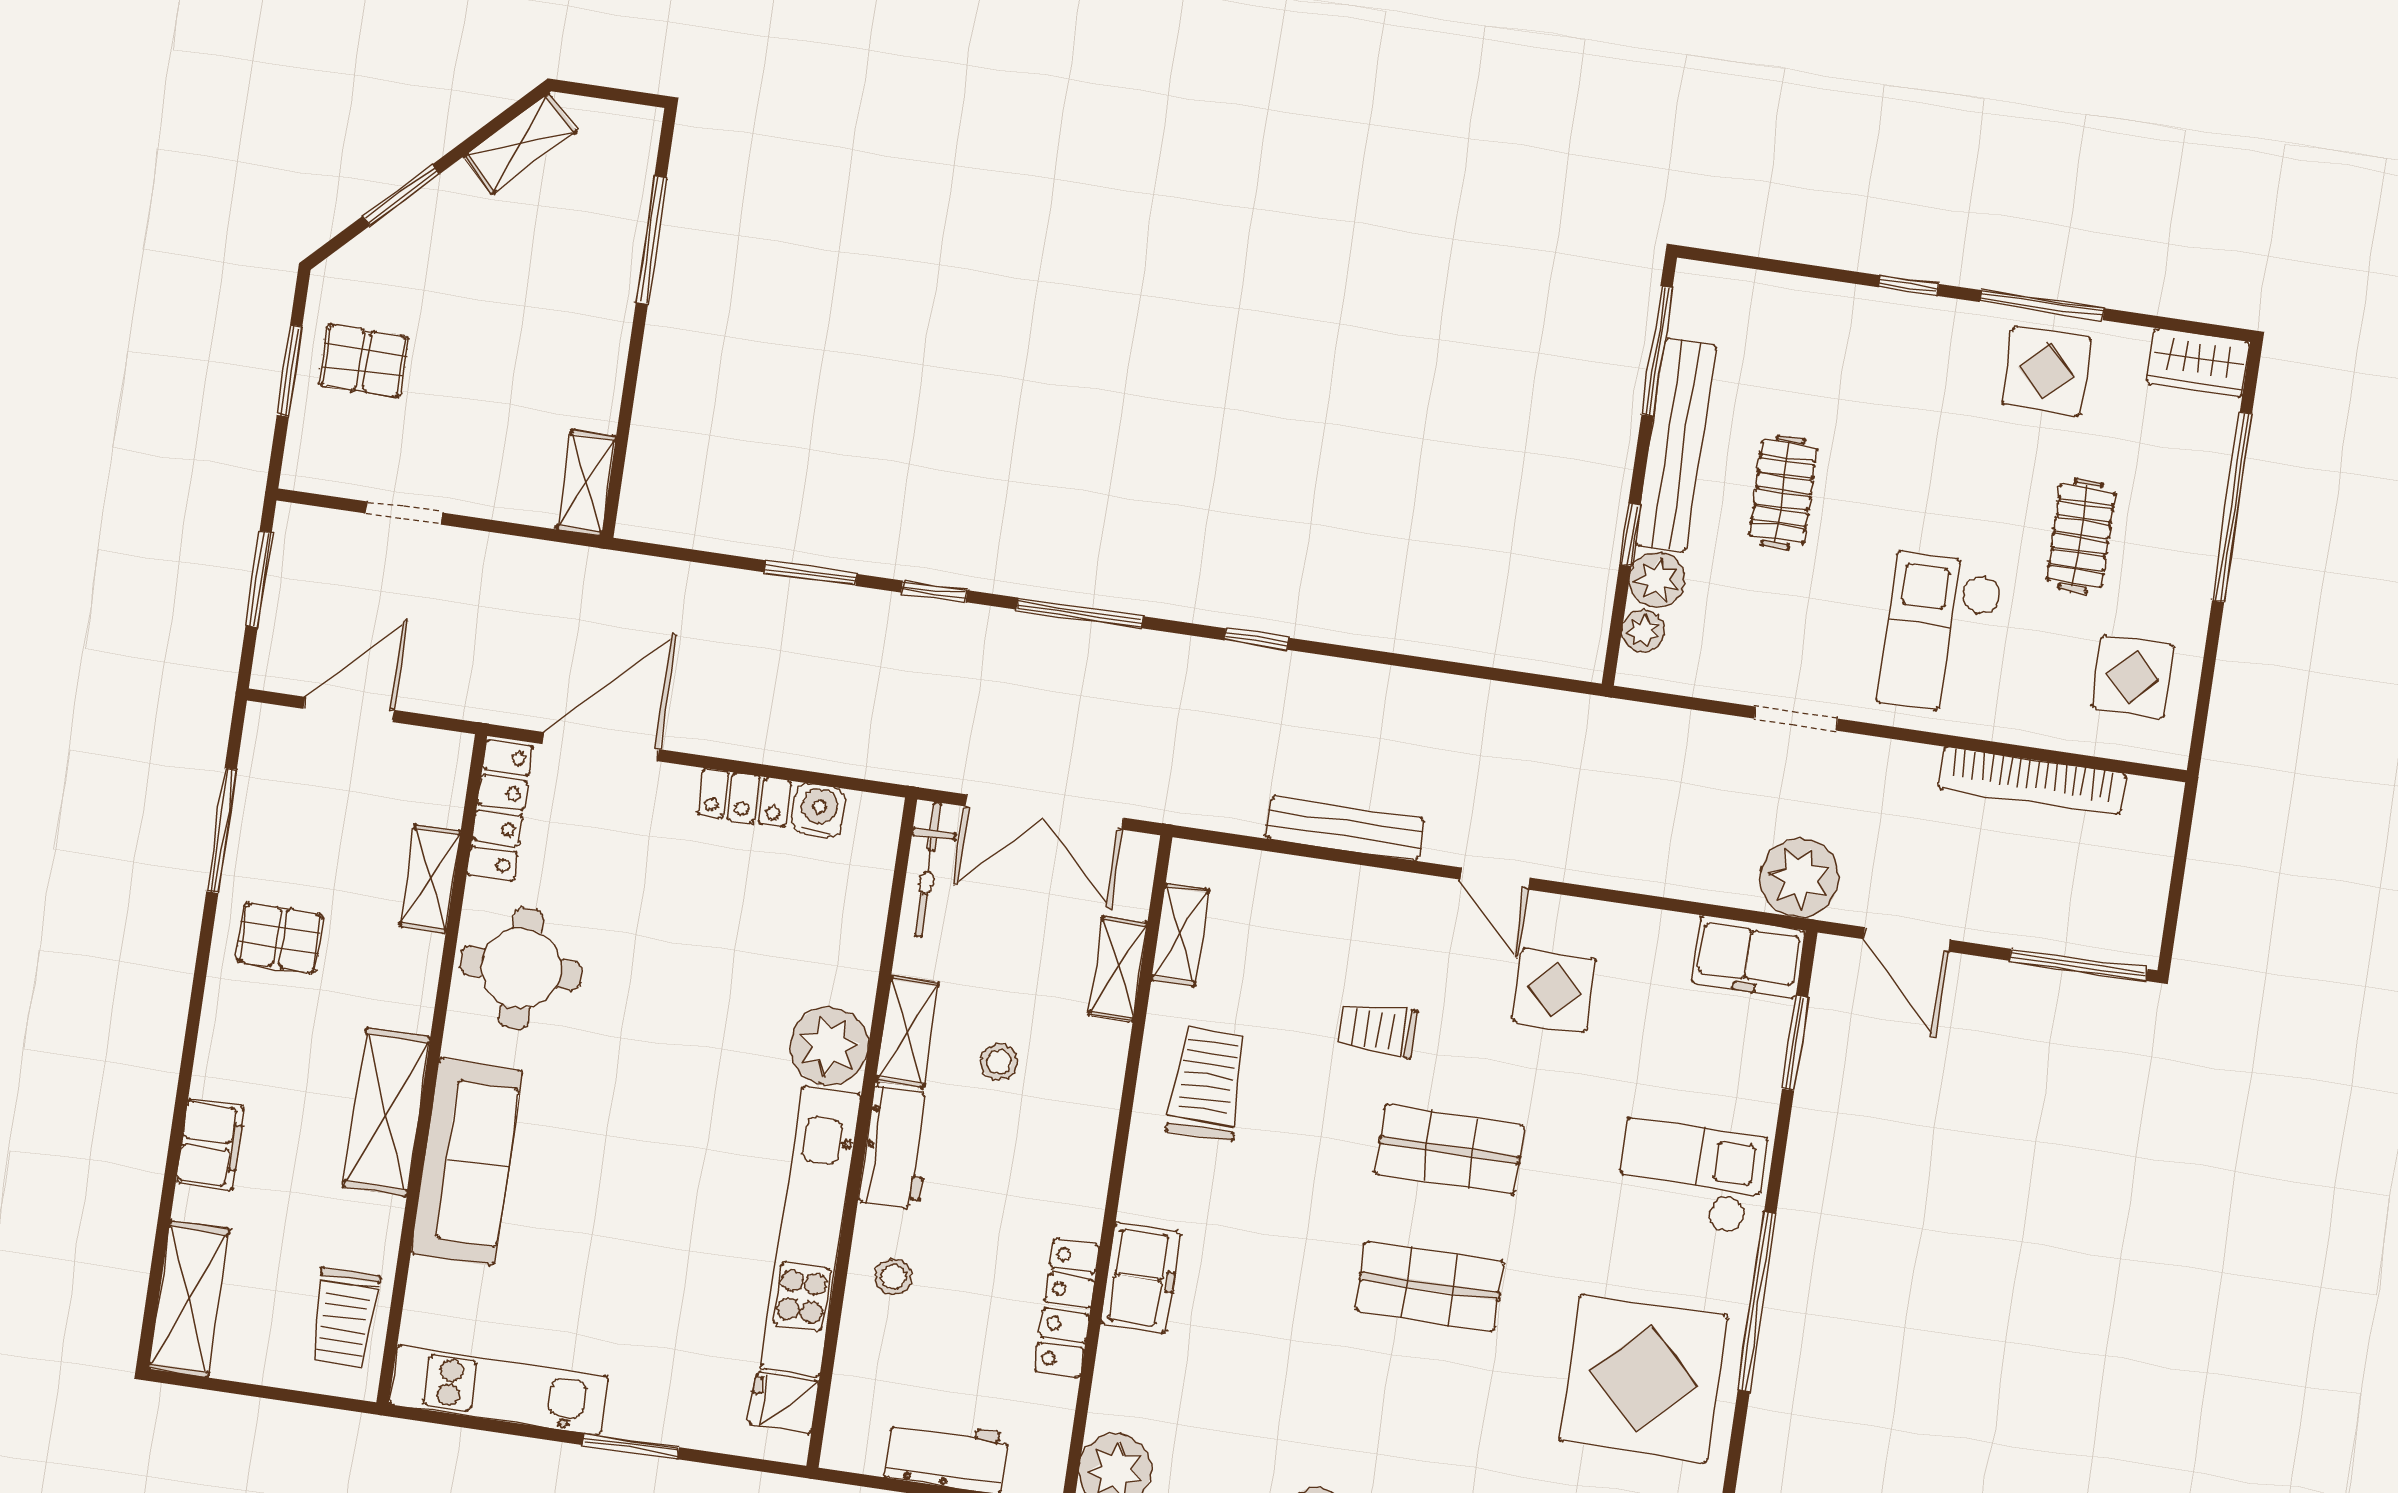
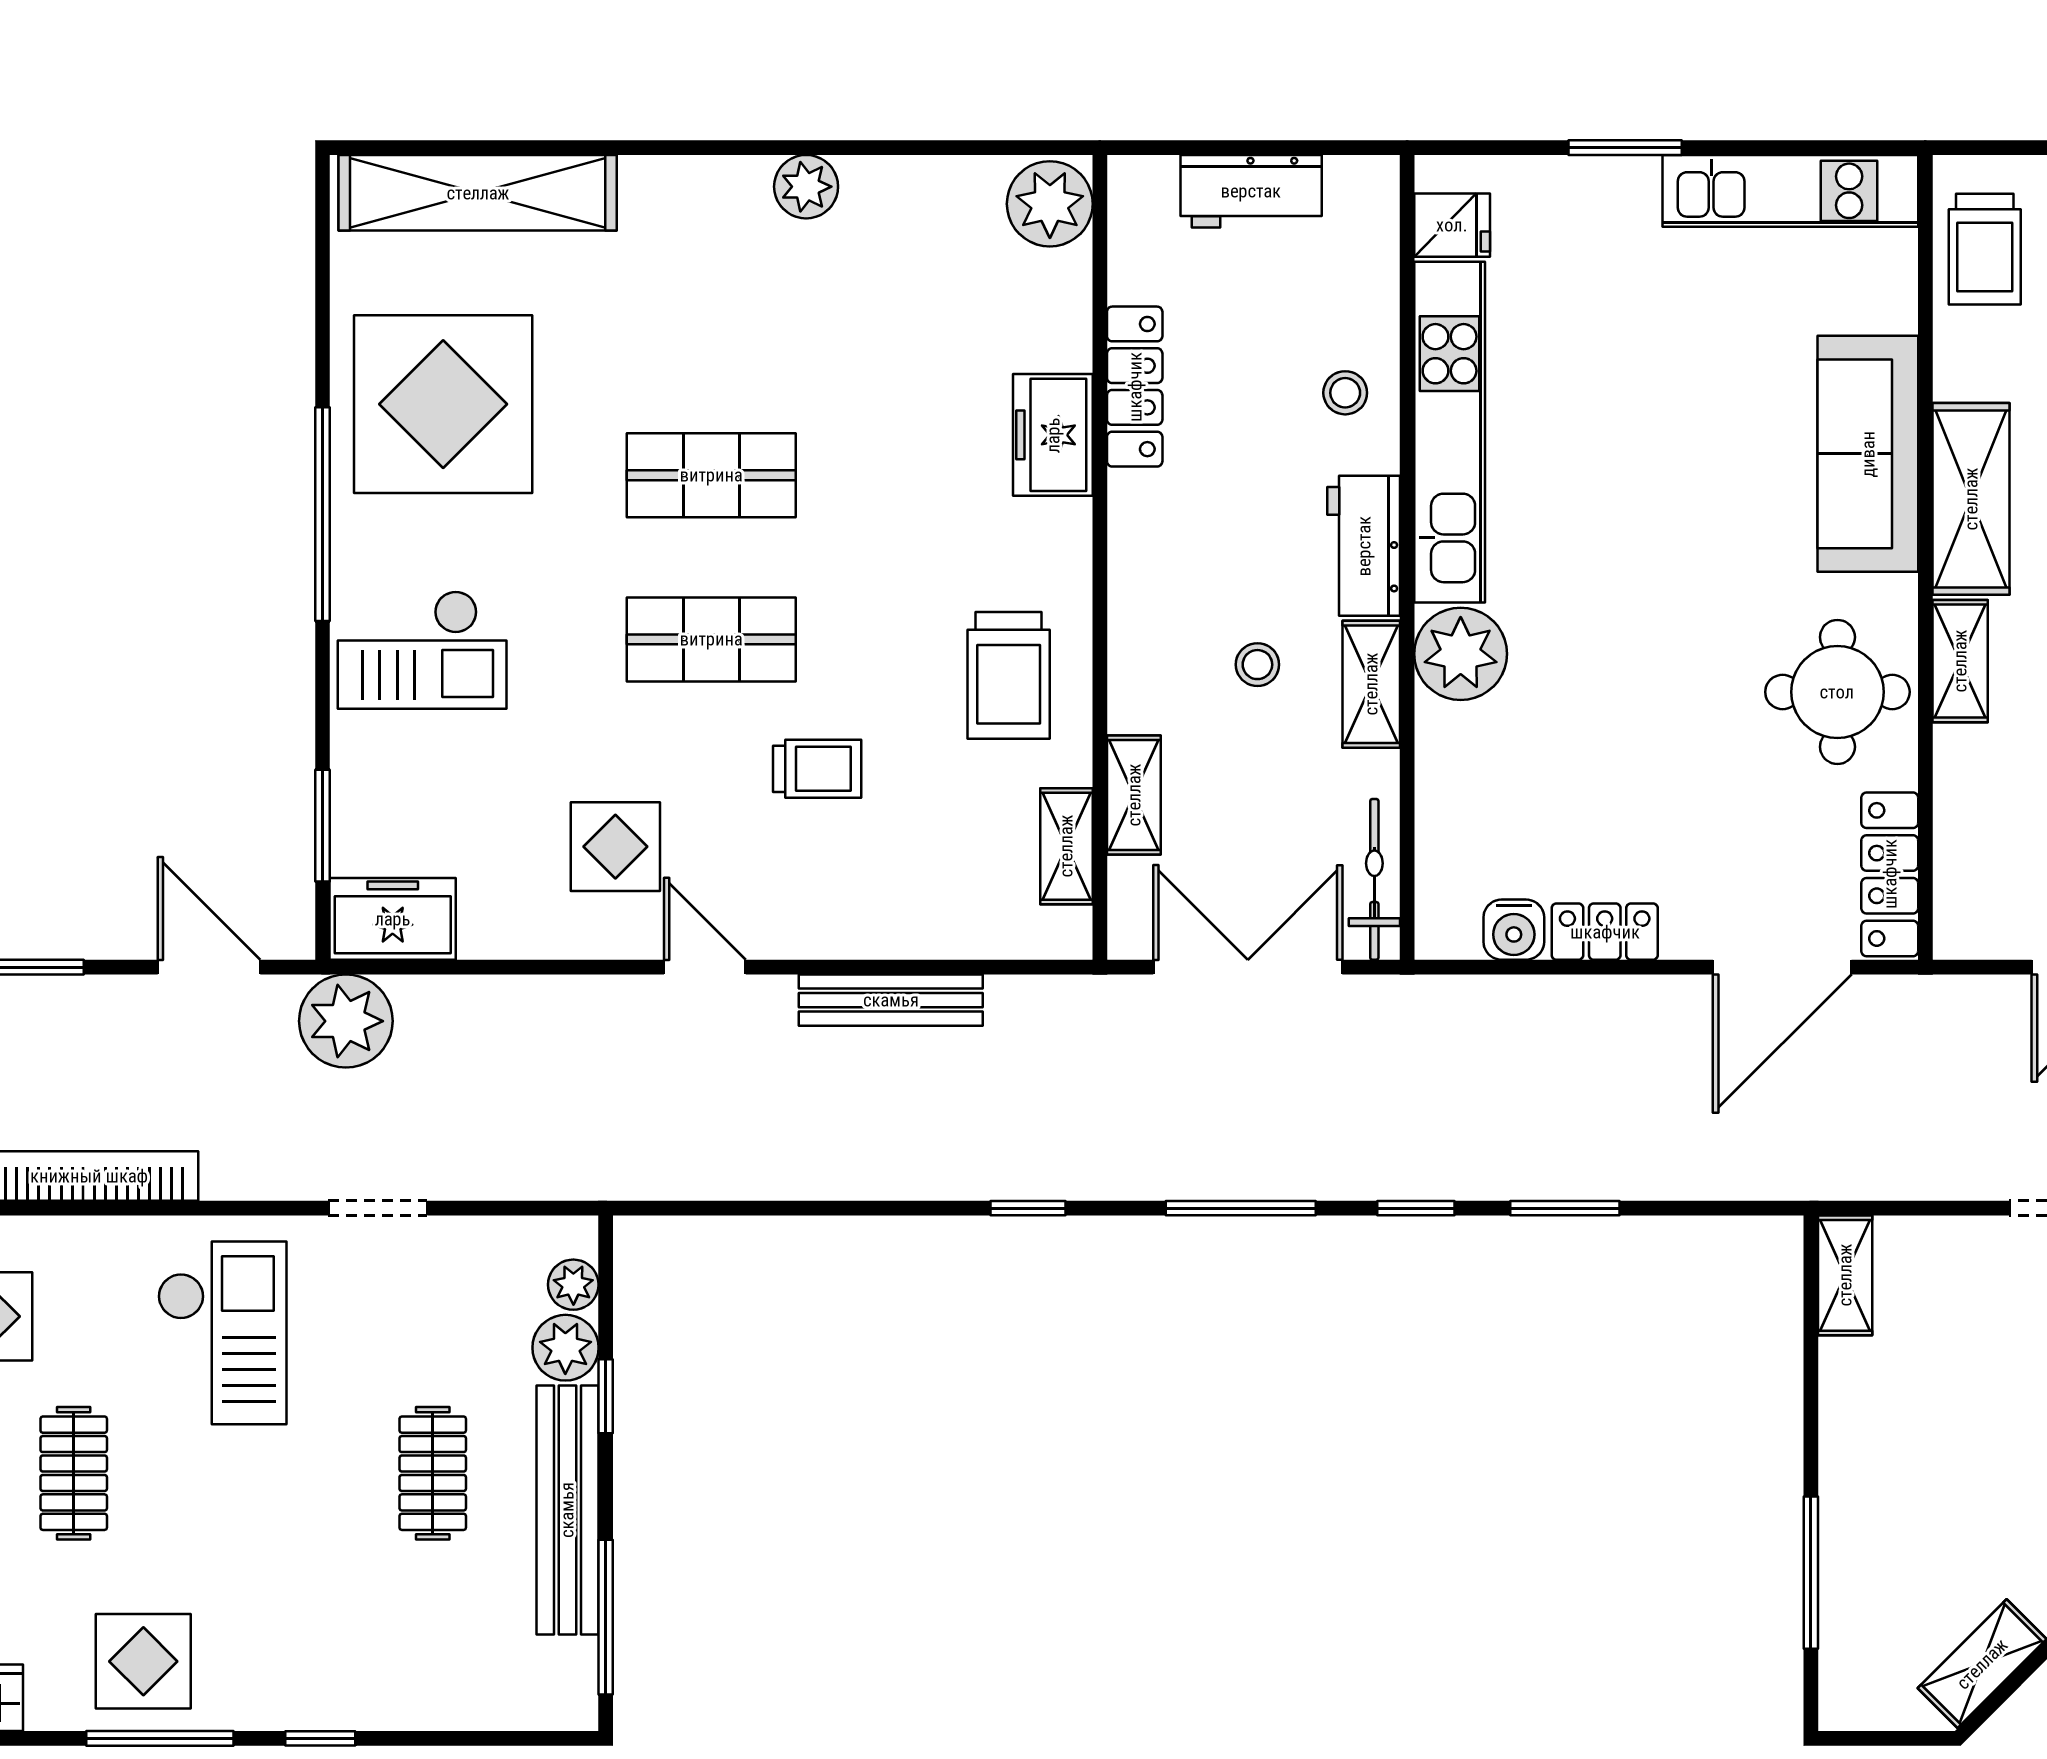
shelving: (430, 879) -> (1960, 661), moved
trolley: (345, 1318) -> (1985, 249), turned 180

